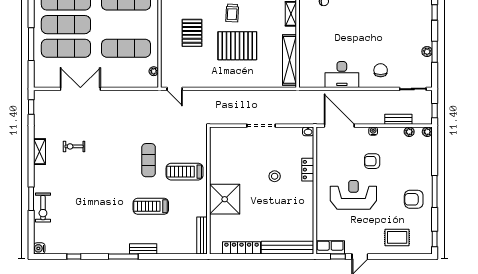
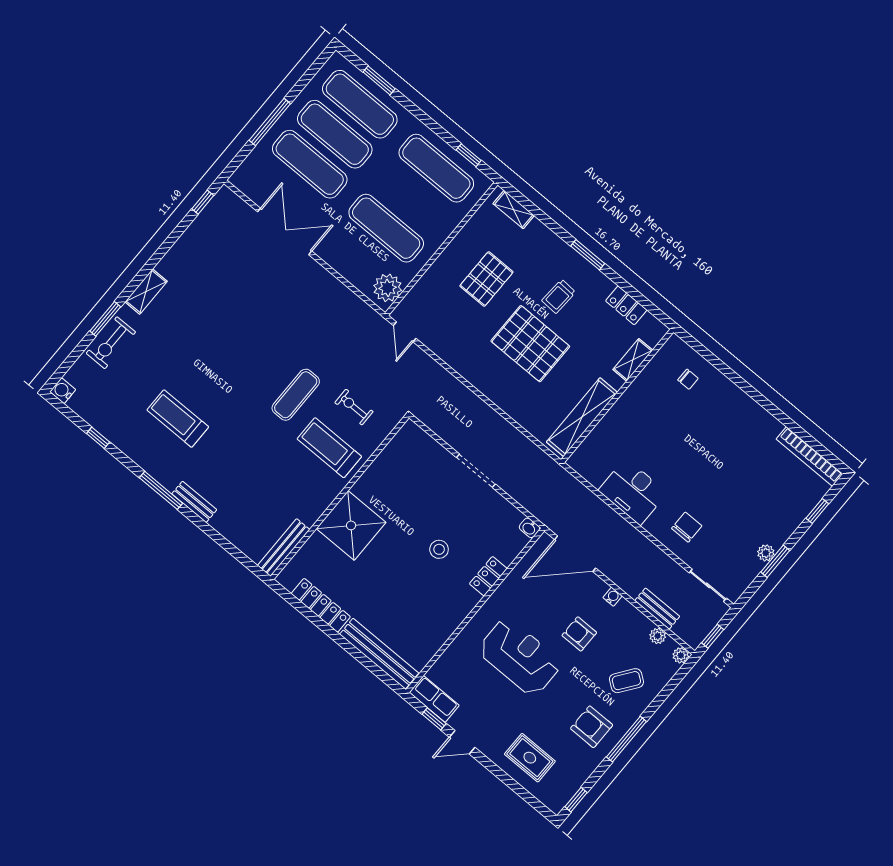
plant: (154, 71) -> (388, 288), width x1.88, depth x1.88
door: (339, 126) -> (575, 554), swing flipped
exercise bike: (74, 146) -> (354, 407), moved
shelving: (39, 152) -> (146, 292), moved
coffee table: (412, 164) -> (626, 681), added
treadmill: (151, 206) -> (178, 418), moved

